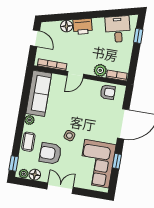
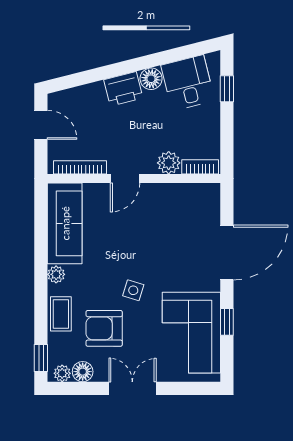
floor lamp: (67, 26) -> (151, 79), moved
armchair: (108, 92) -> (189, 200), removed

